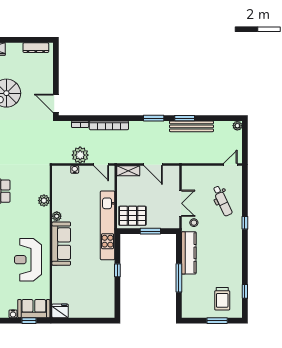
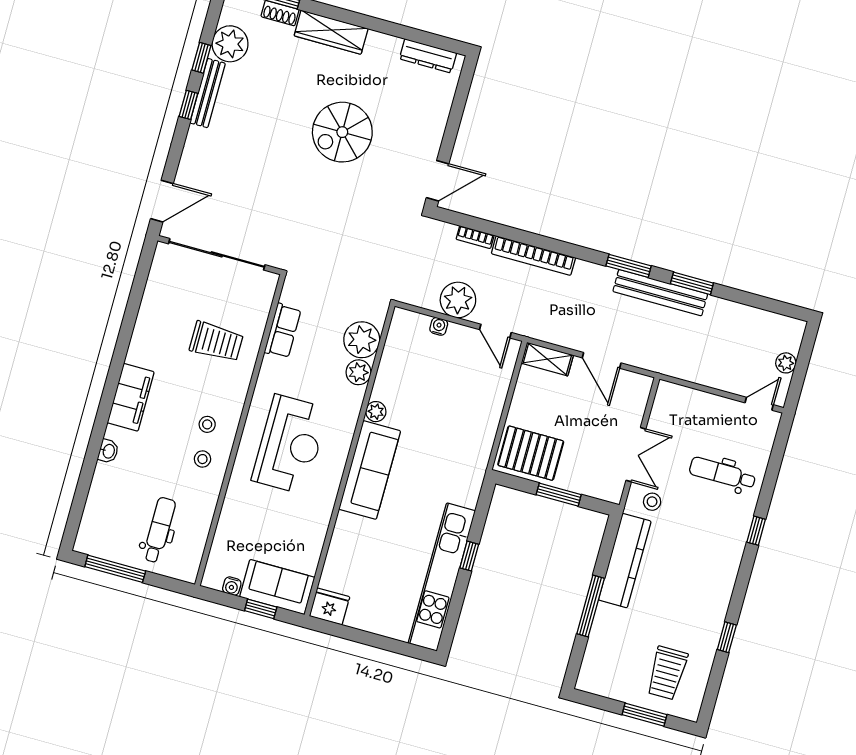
door: (56, 103) -> (438, 181), swing flipped
bench: (191, 126) -> (660, 293), moved
plant: (237, 126) -> (786, 363), moved
plant: (41, 185) -> (362, 340), added
dental chair: (222, 201) -> (722, 474), turned 115
kitchen unit: (108, 225) -> (442, 577), moved
reception desk: (28, 260) -> (290, 444), moved, turned 180
window: (245, 291) -> (727, 637), moved

